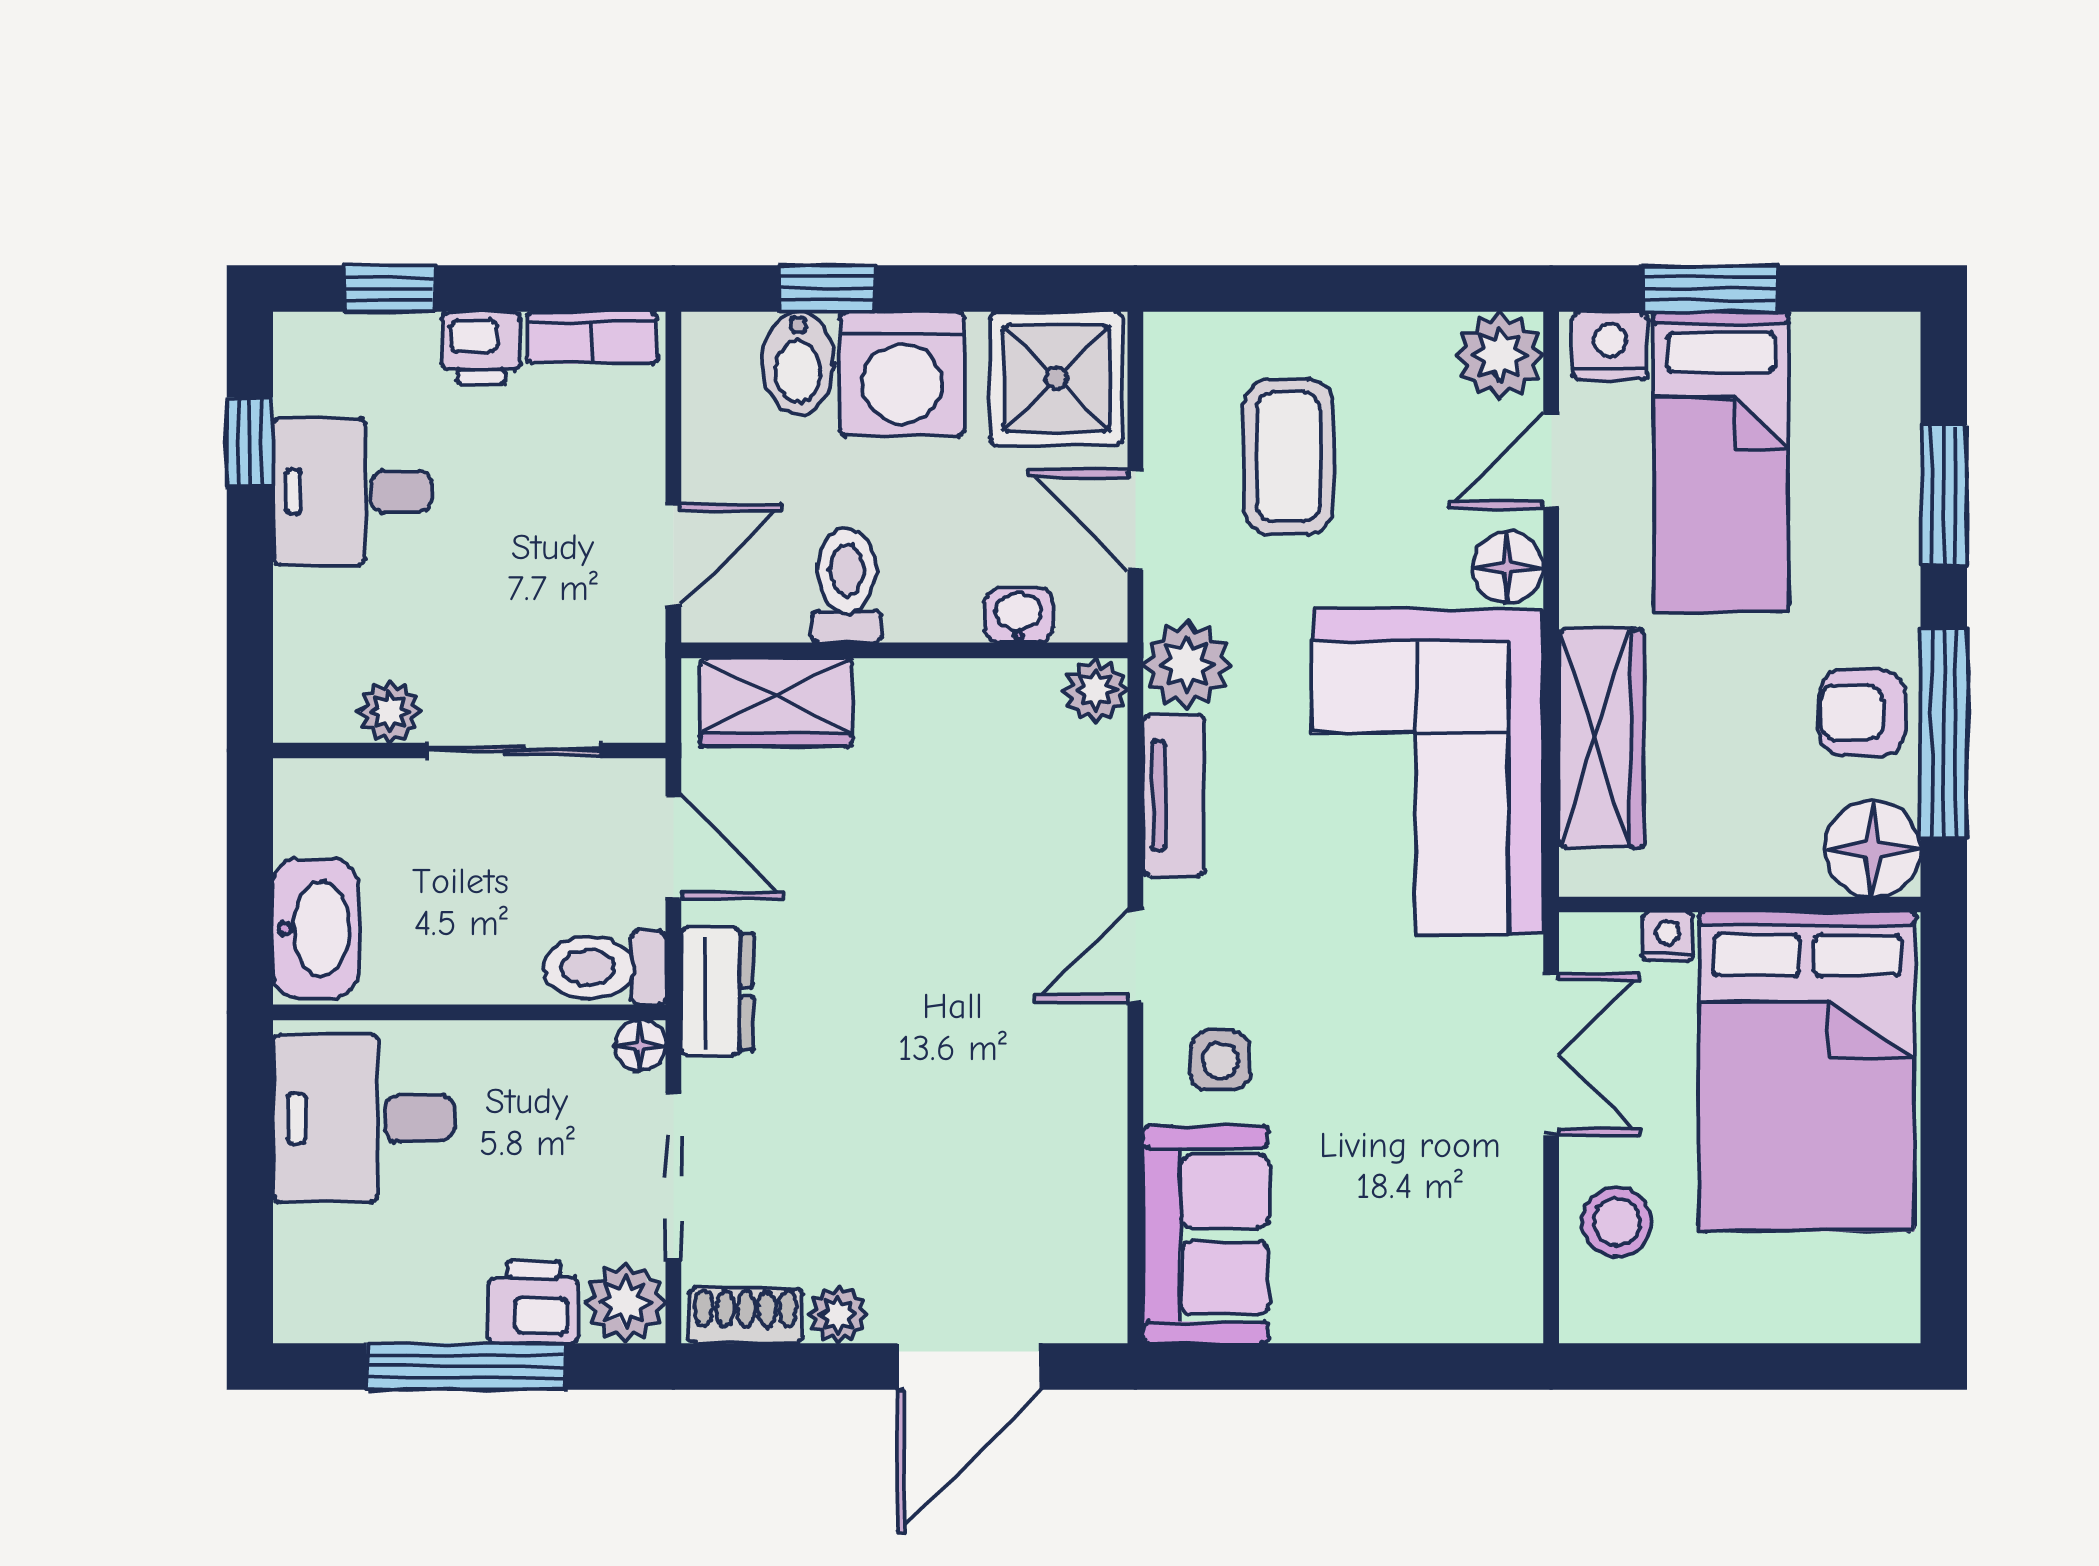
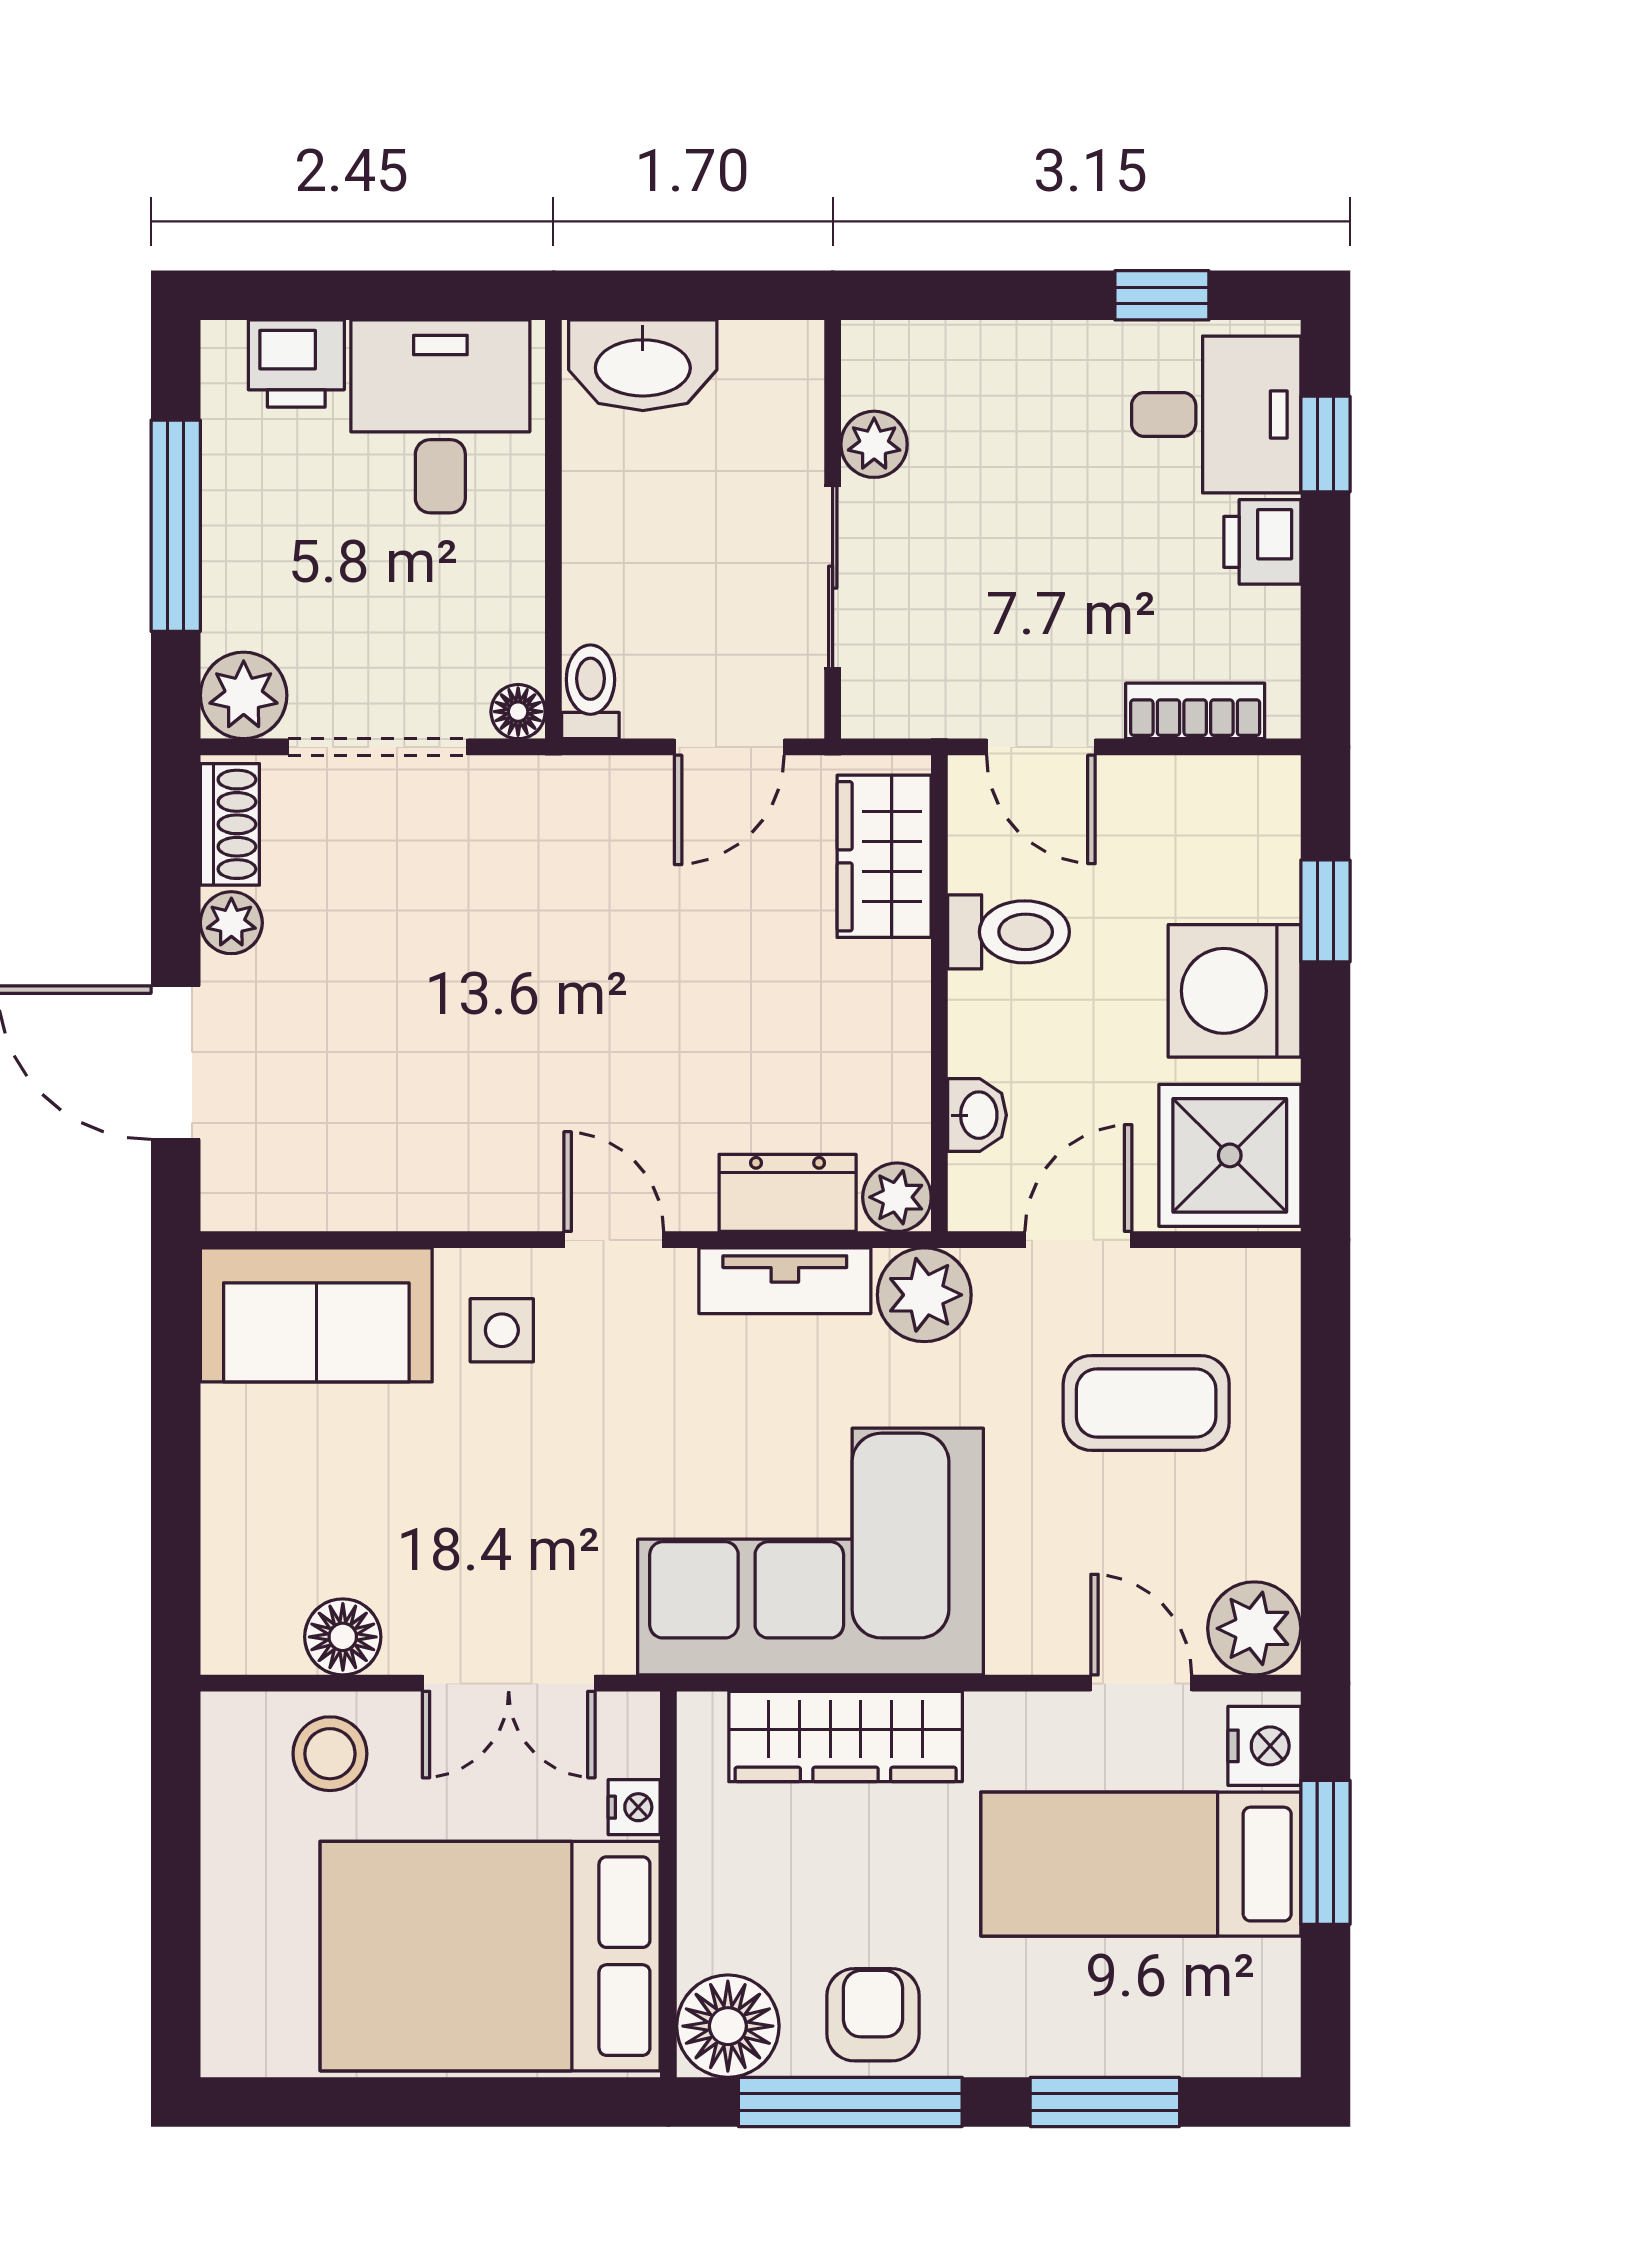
bookcase: (592, 338) -> (1195, 711), moved, turned 90
bidet: (798, 363) -> (1246, 880), removed
desk: (352, 492) -> (1216, 415), moved, turned 90
floor lamp: (1508, 567) -> (343, 1637), moved
toilet: (605, 968) -> (590, 692), width x0.73, depth x0.72
dresser: (717, 992) -> (788, 1193), moved, turned 180
printer: (533, 1302) -> (296, 364), moved, turned 90

